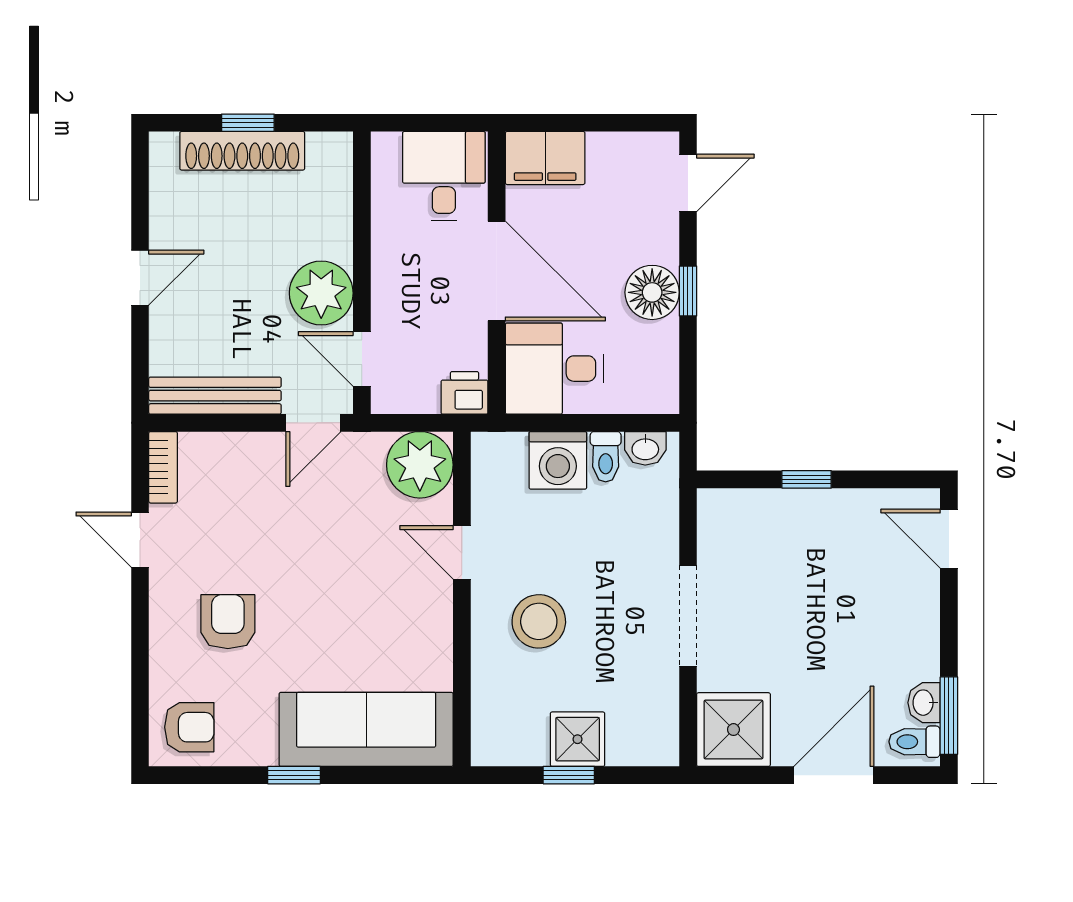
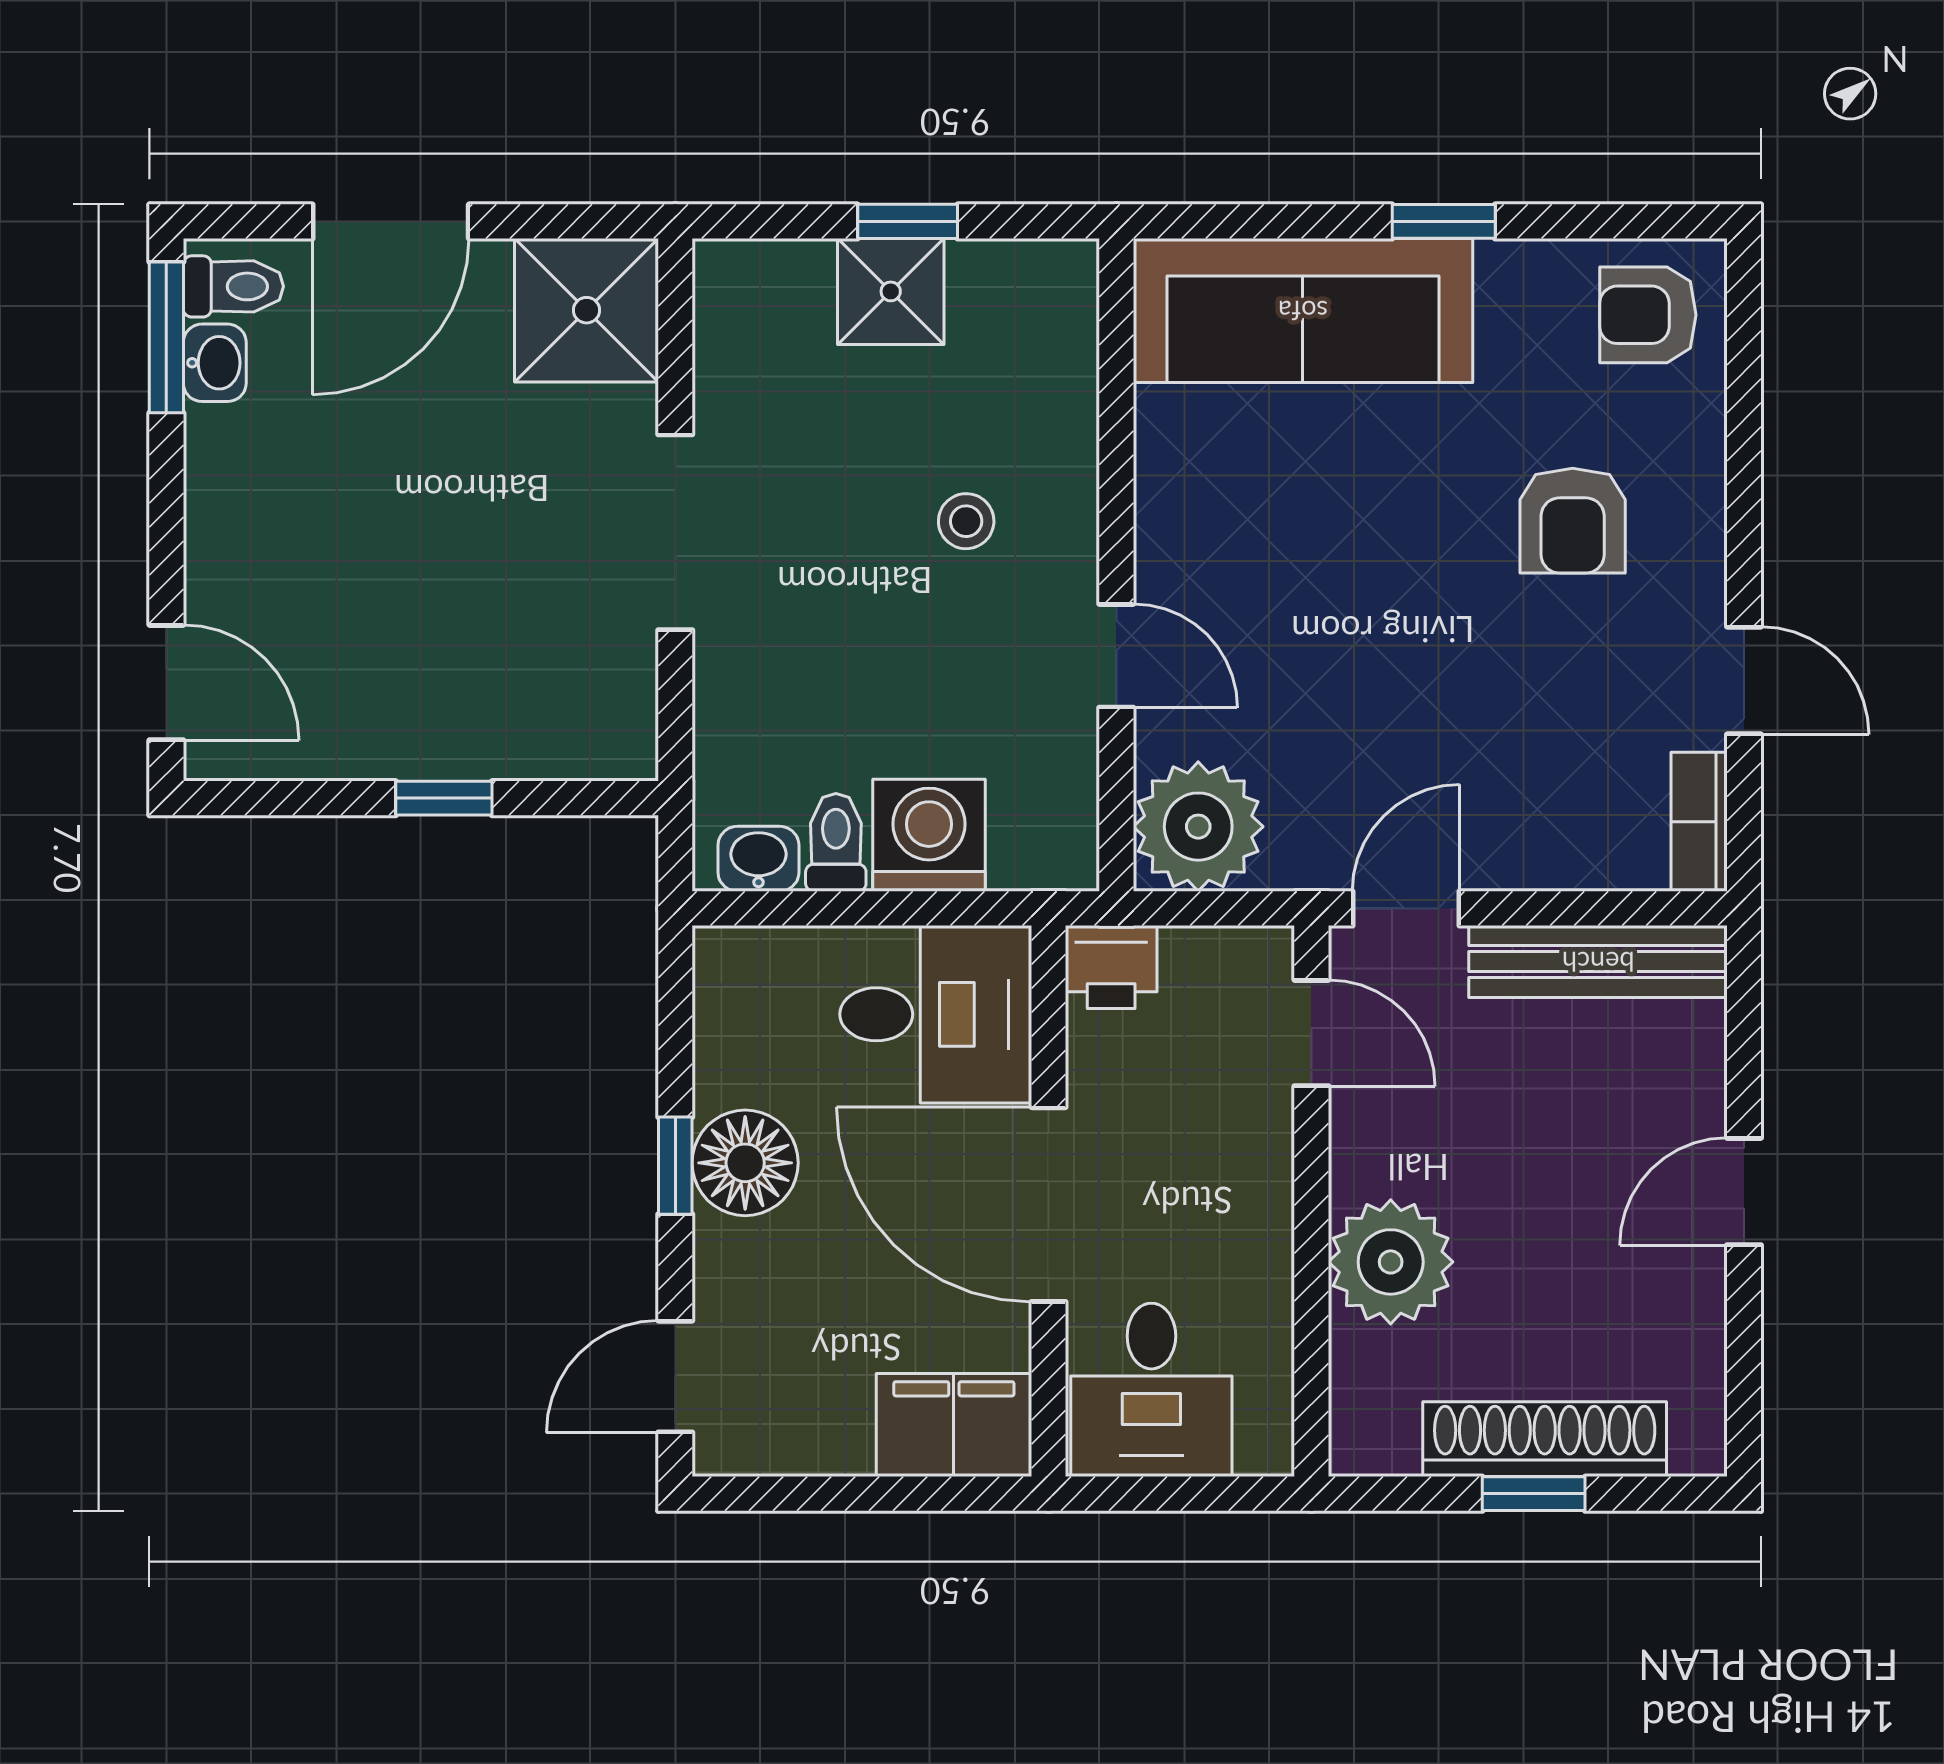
plant: (321, 293) -> (1391, 1262), moved
stool: (539, 621) -> (966, 521), width x0.53, depth x0.53

